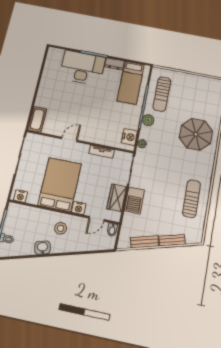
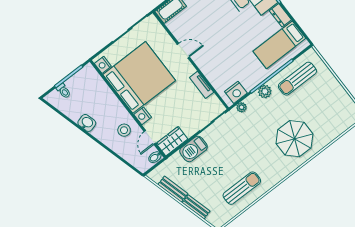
bed: (60, 184) -> (139, 77), width x1.36
wardrobe: (117, 198) -> (172, 141), moved
door: (97, 219) -> (150, 137), hinge flipped
stool: (61, 228) -> (124, 130), moved

